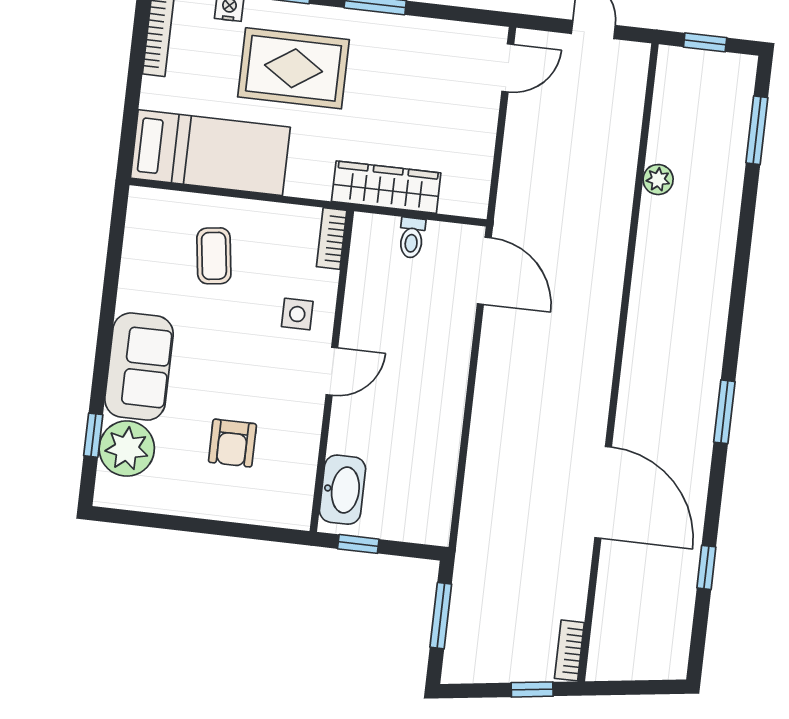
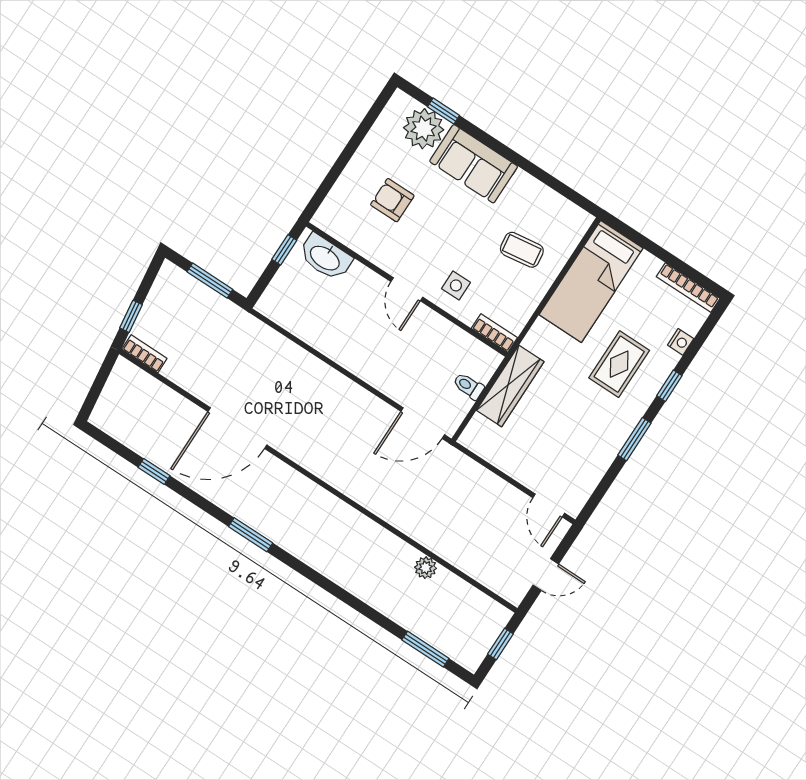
rug: (294, 68) -> (619, 364), width x0.73, depth x0.70

